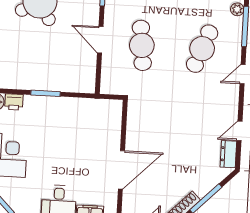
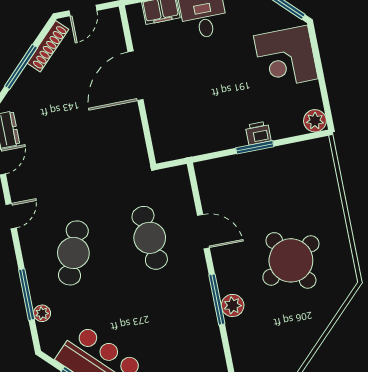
door: (243, 74) -> (11, 216), moved
printer: (14, 102) -> (258, 133), moved

